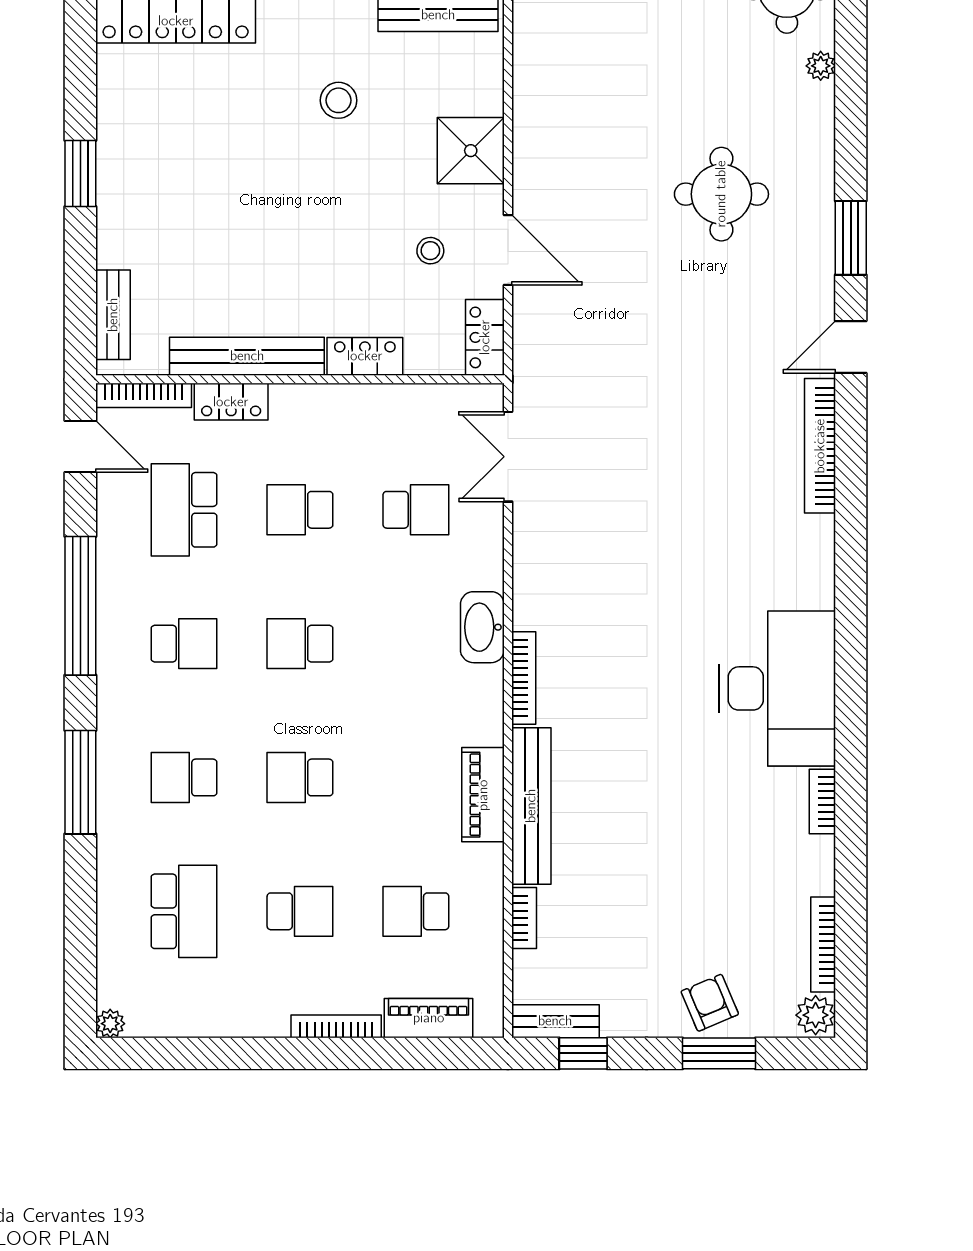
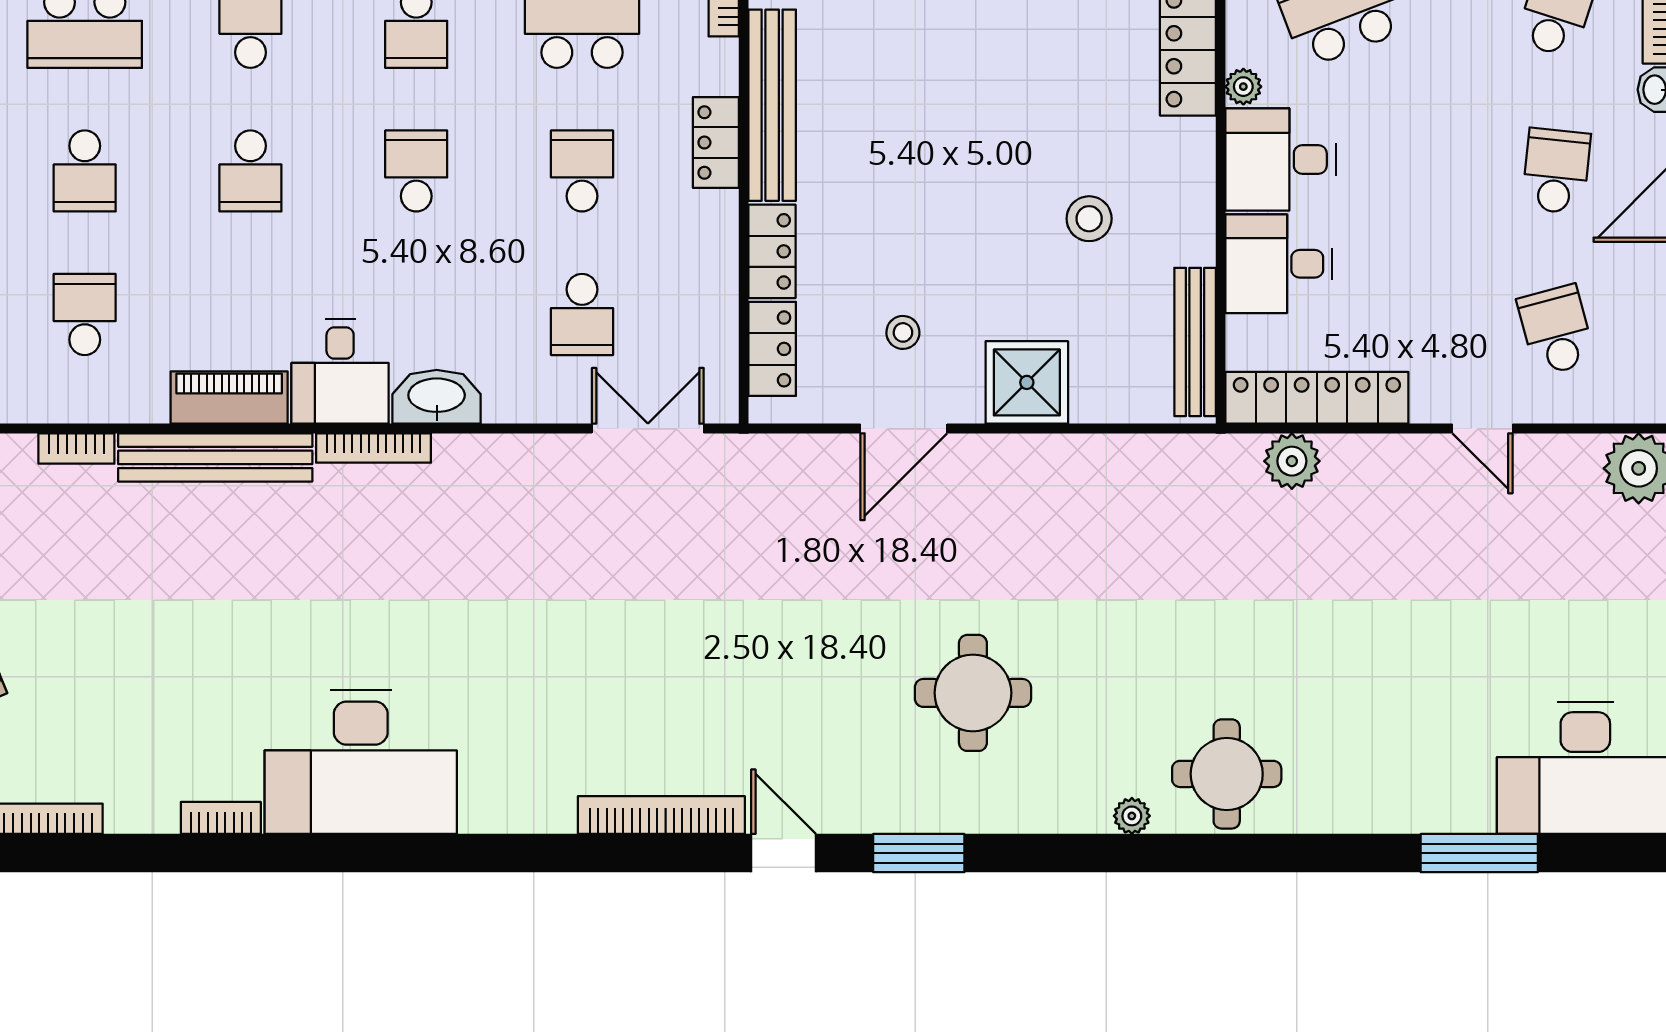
locker: (485, 337) -> (772, 349), moved, turned 90
locker: (231, 402) -> (716, 142), moved
desk: (462, 705) -> (340, 371), added
school desk: (300, 777) -> (250, 171), turned 180

